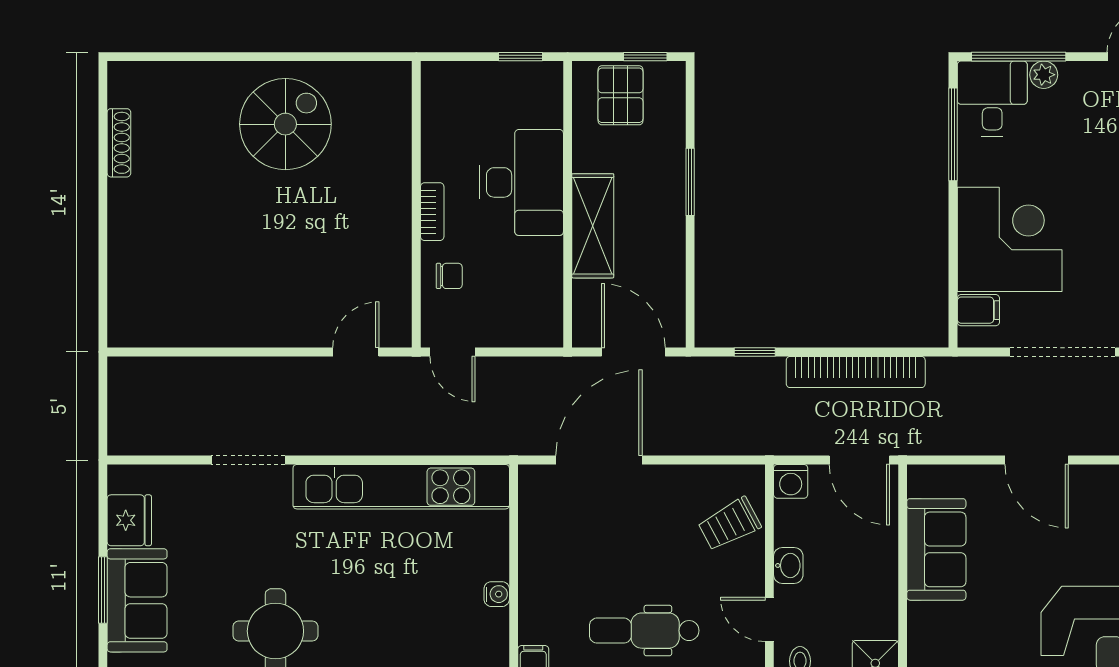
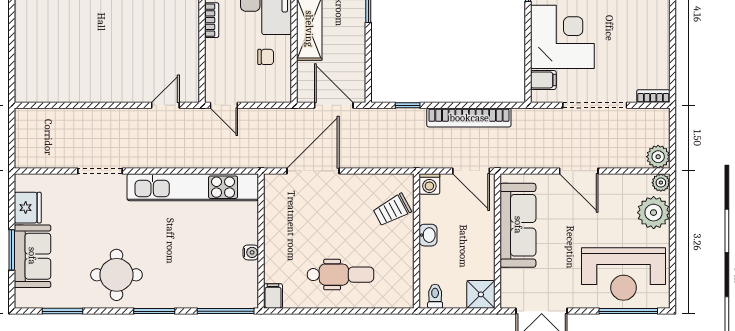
chair: (449, 276) -> (266, 57), moved
sofa: (936, 549) -> (518, 225), width x1.36
door: (769, 619) -> (416, 268), removed
dental chair: (644, 631) -> (340, 275), turned 180

